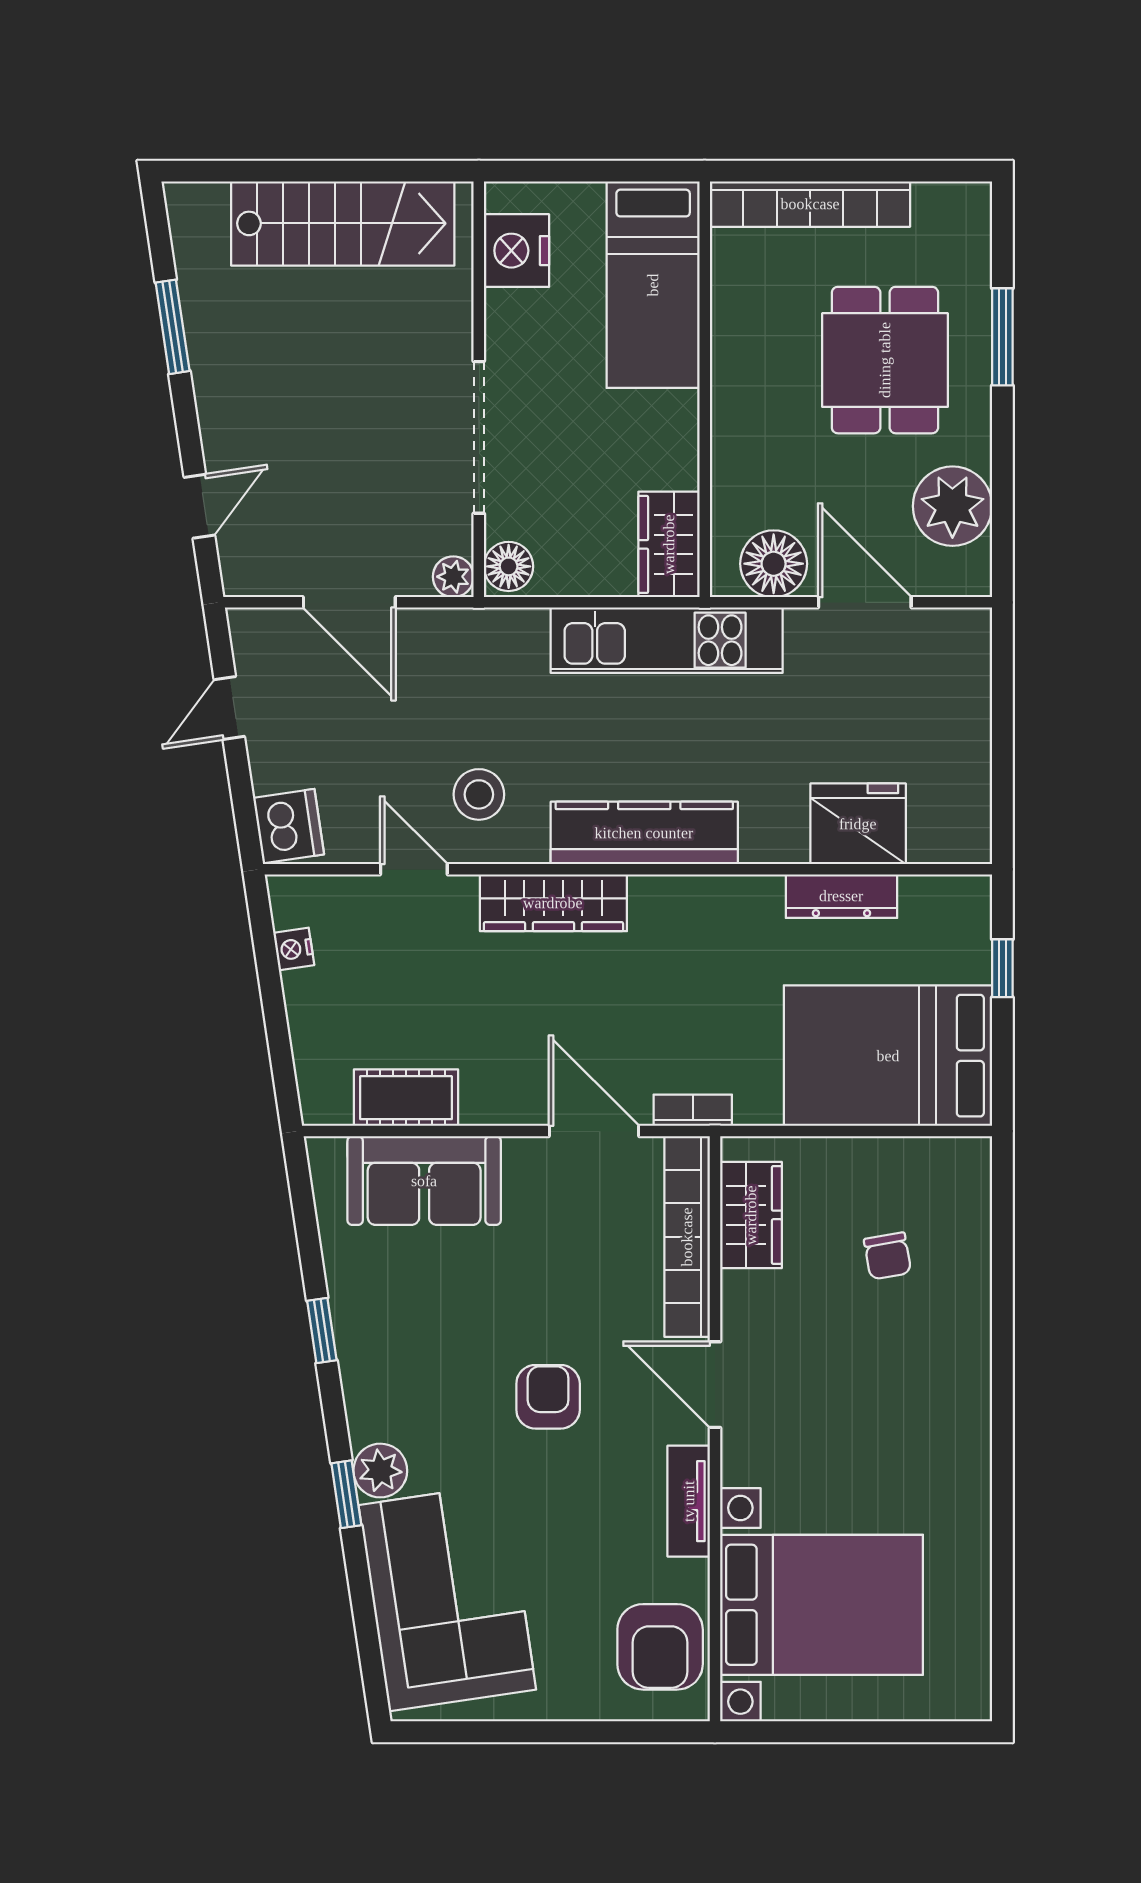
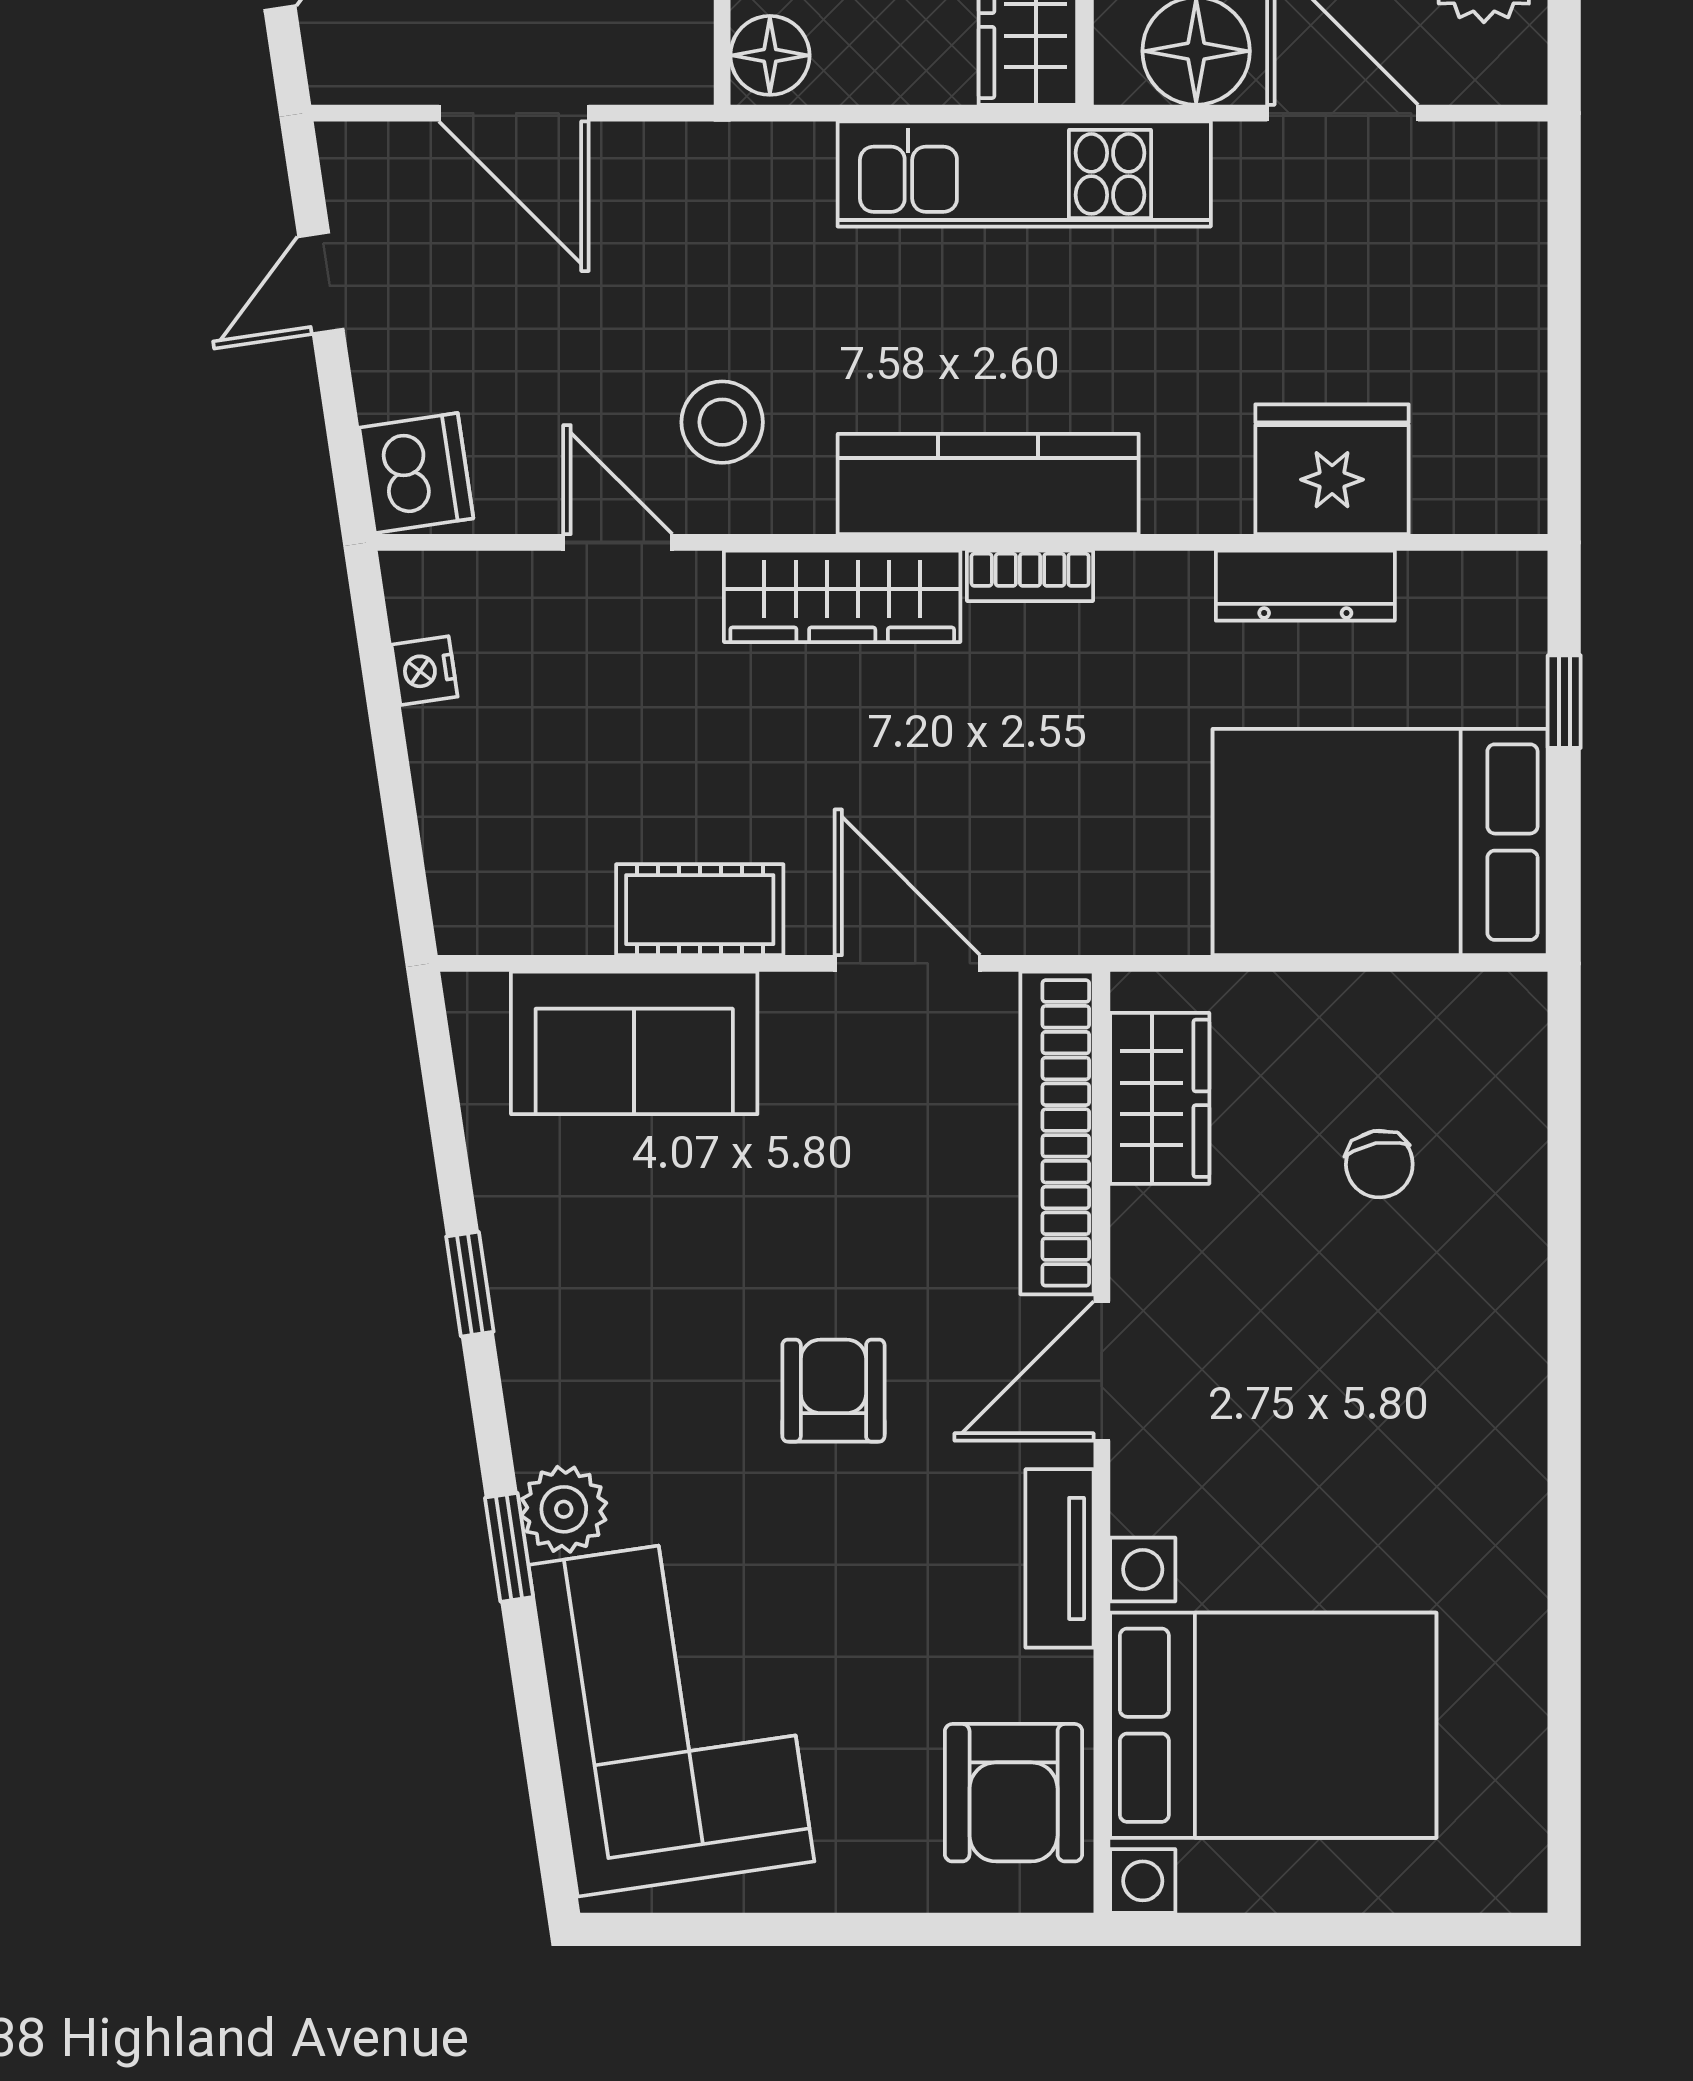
plant: (453, 577) -> (681, 72), removed
cot: (406, 1098) -> (700, 910), moved
bookcase: (693, 1110) -> (1030, 576), moved, turned 180
door: (715, 1385) -> (1102, 1371), hinge flipped

